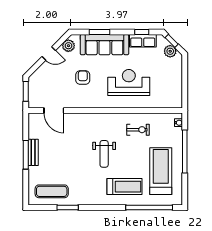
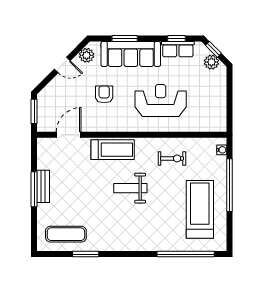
door: (54, 110) -> (69, 135), swing flipped
weight bench: (104, 154) -> (130, 188), turned 90
treadmill: (124, 187) -> (113, 150), moved

